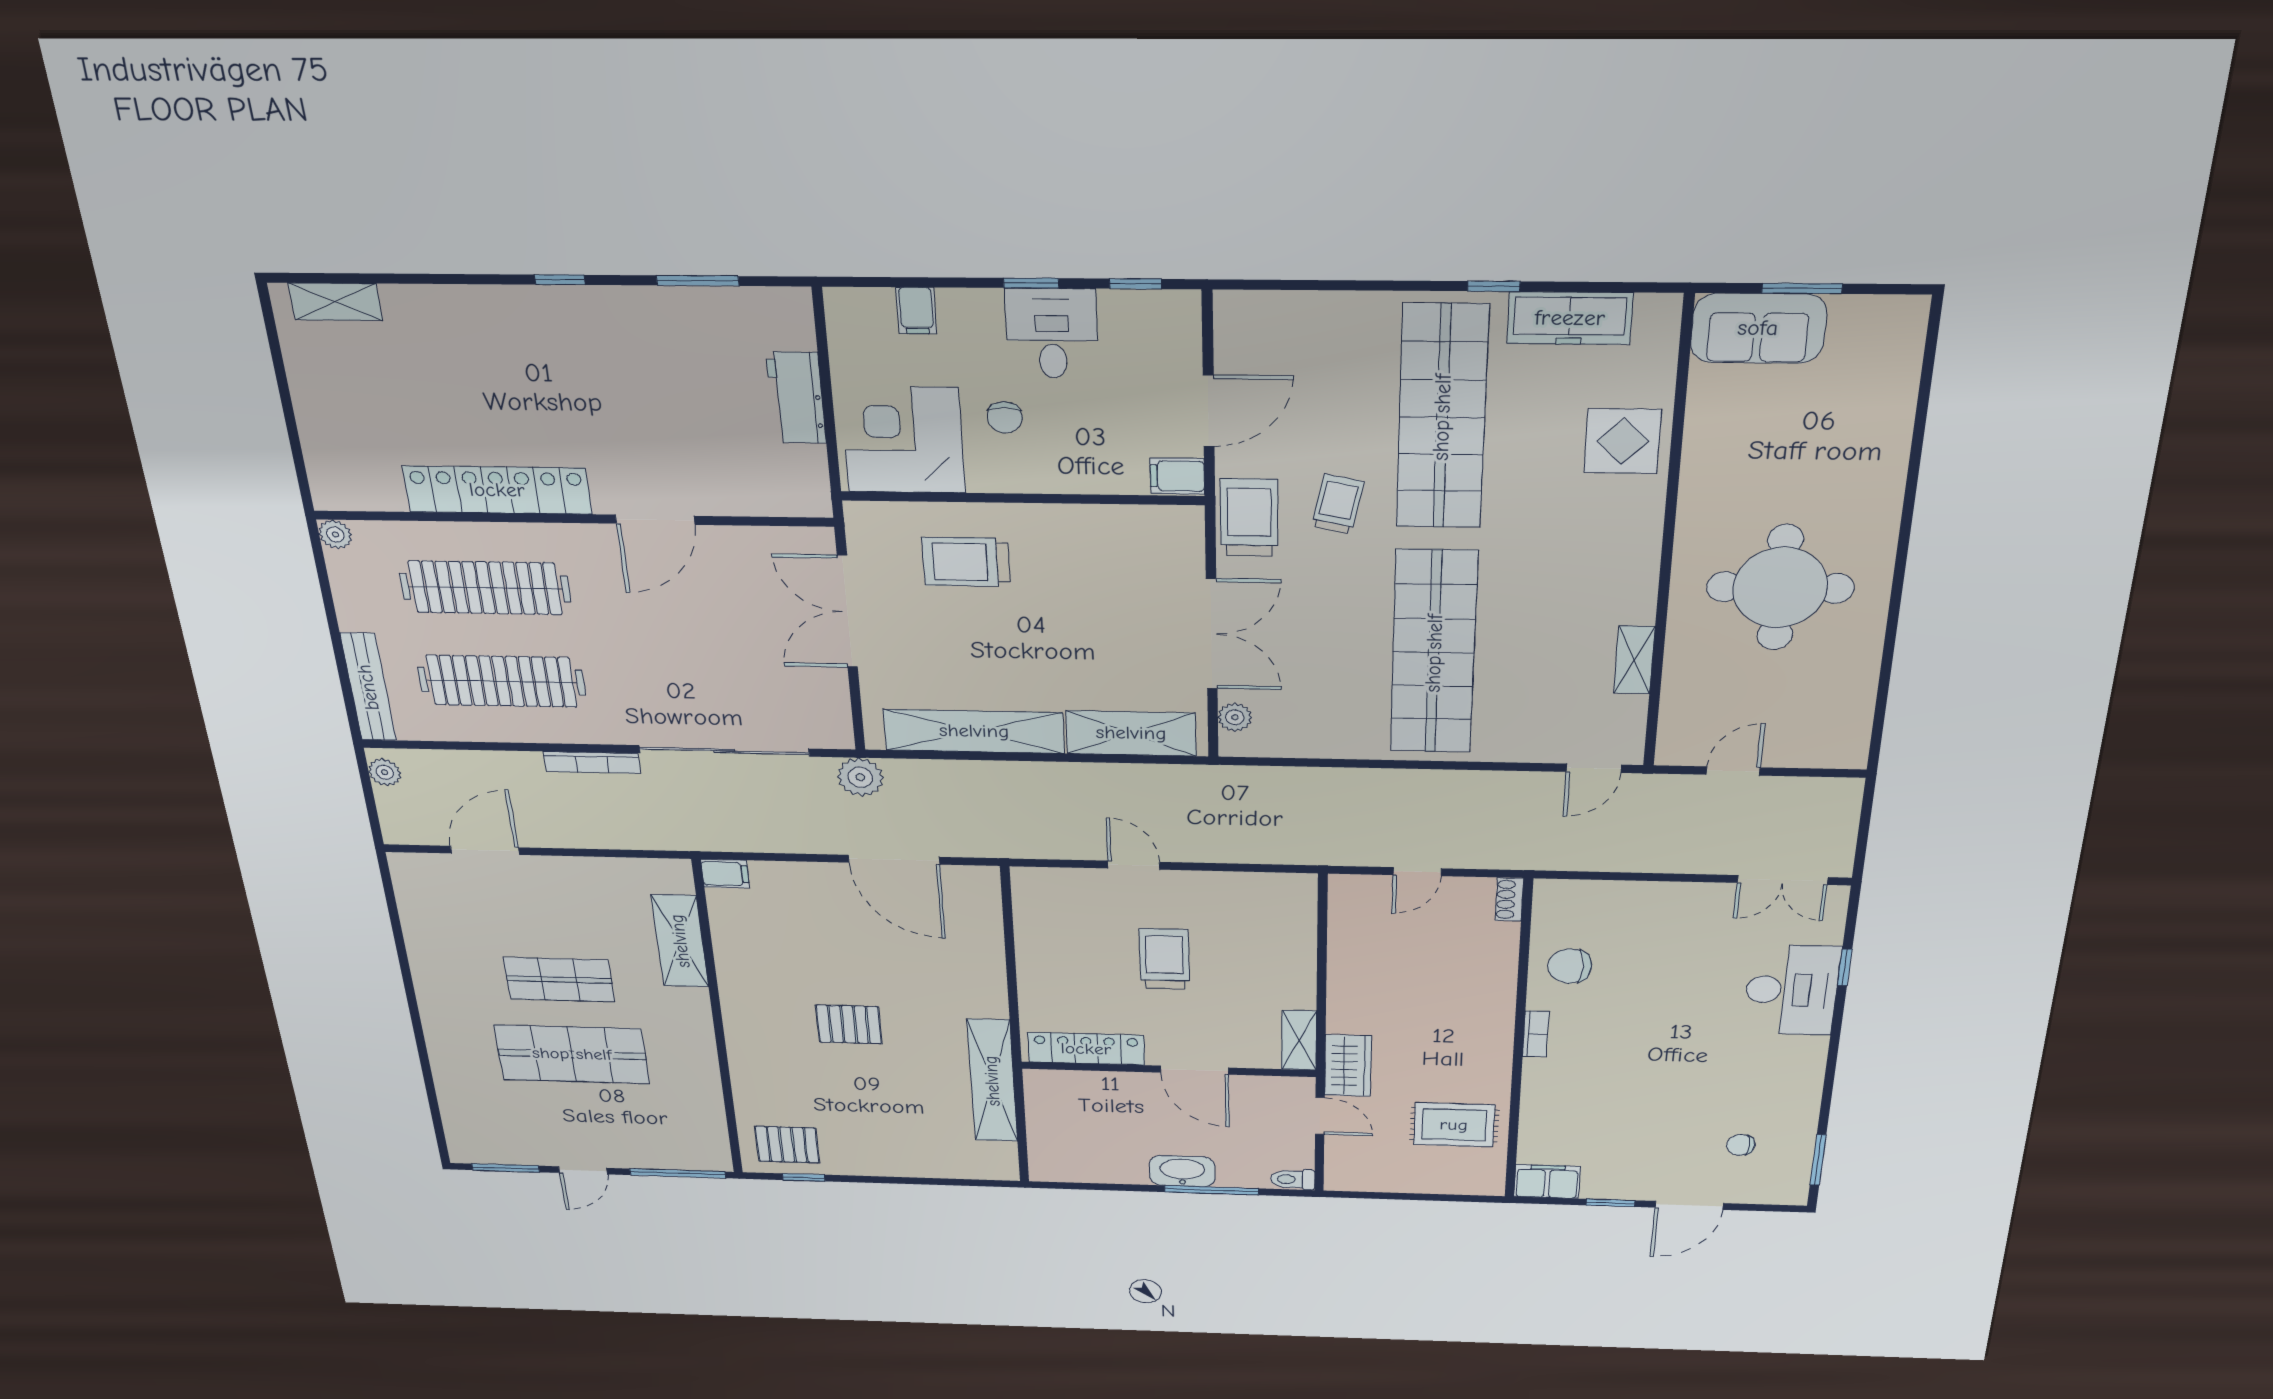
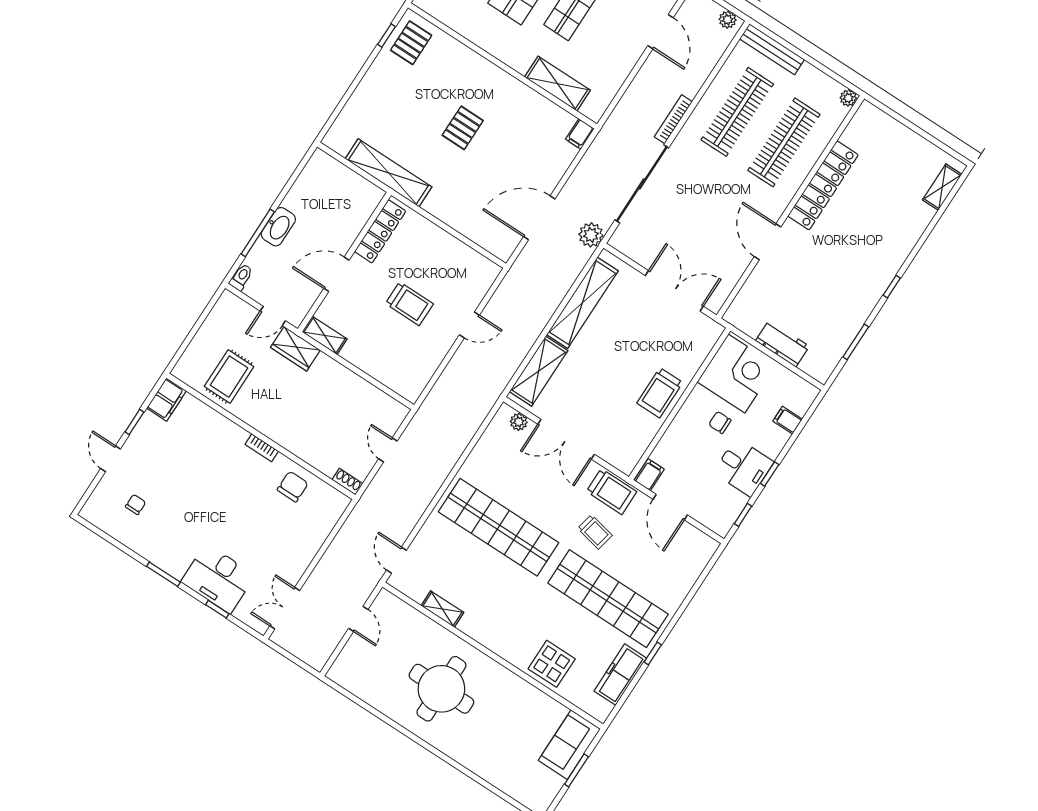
trolley: (966, 562) -> (660, 393), moved, turned 180
window: (1818, 1160) -> (164, 574), moved
door: (1689, 1205) -> (111, 459), width x0.73

